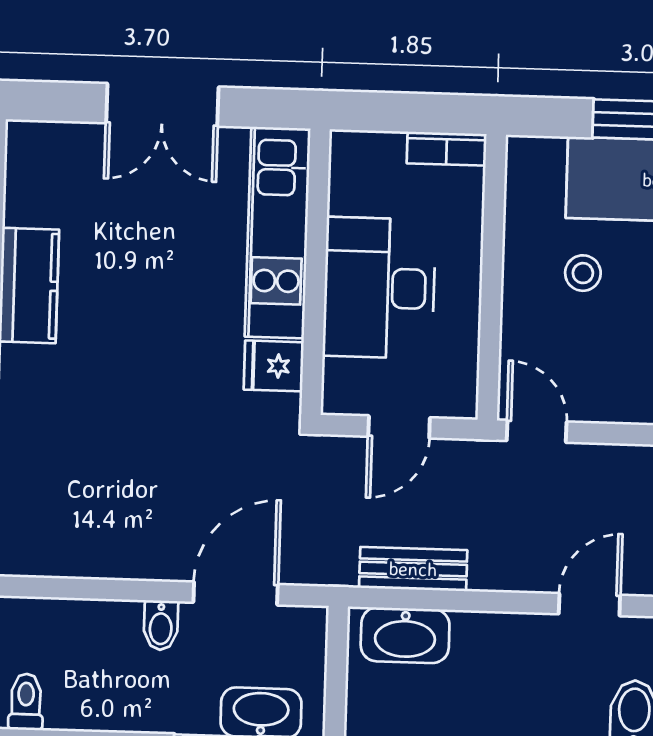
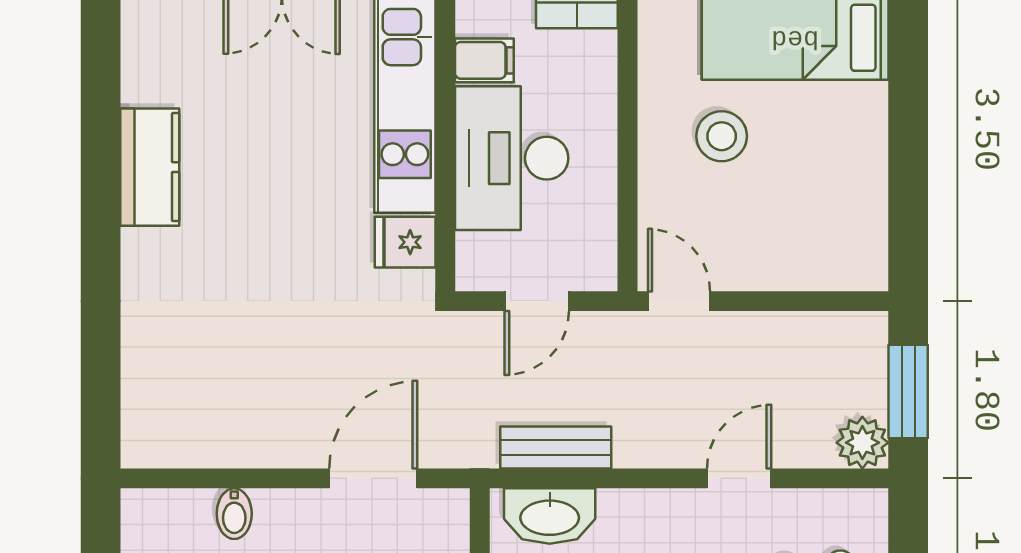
filing cabinet: (356, 193) -> (484, 60), added
stool: (583, 273) -> (722, 136), width x1.37, depth x1.37
bidet: (161, 625) -> (234, 514), moved

